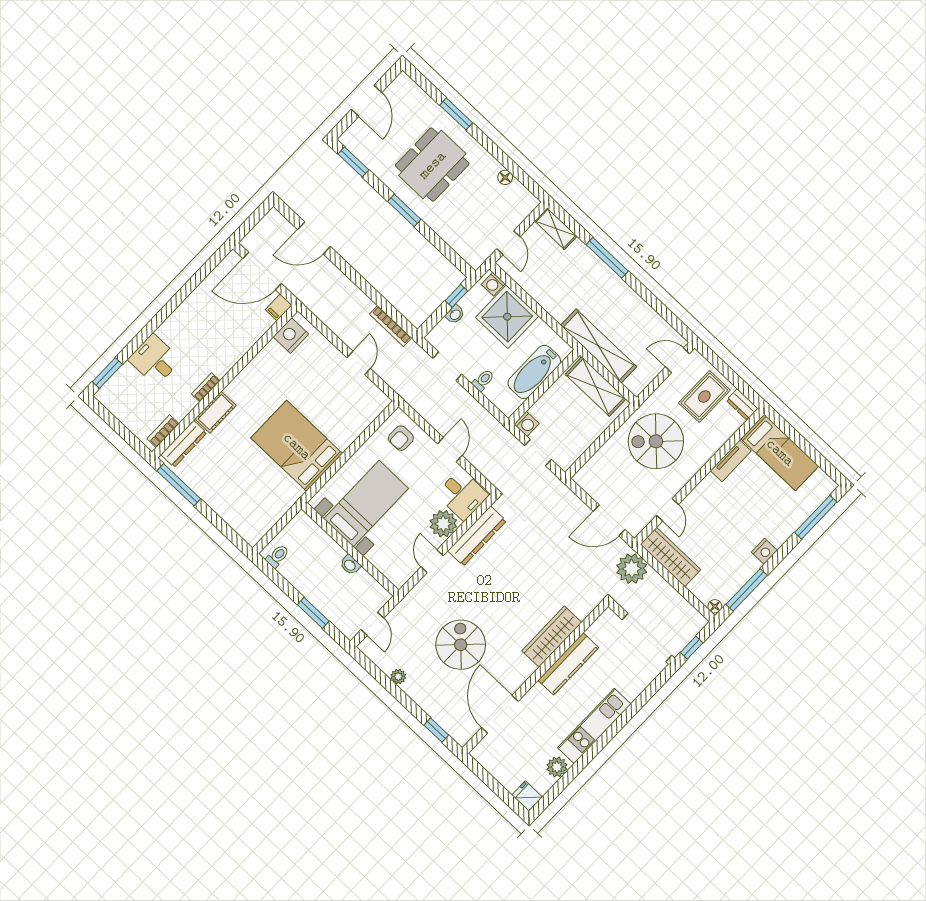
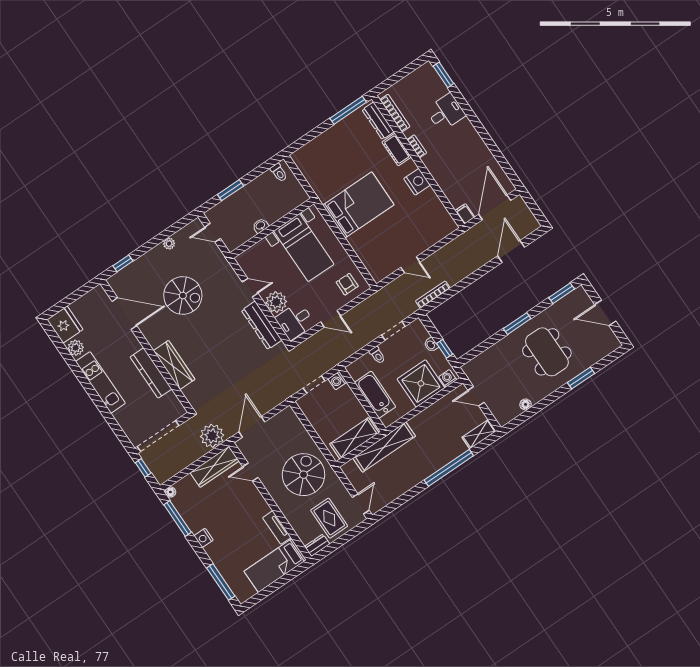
window: (607, 258) -> (449, 468), width x1.46
nightstand: (291, 335) -> (417, 182), moved
bookcase: (163, 431) -> (395, 113), width x1.56
fridge: (527, 796) -> (65, 325), width x1.88, depth x1.34

